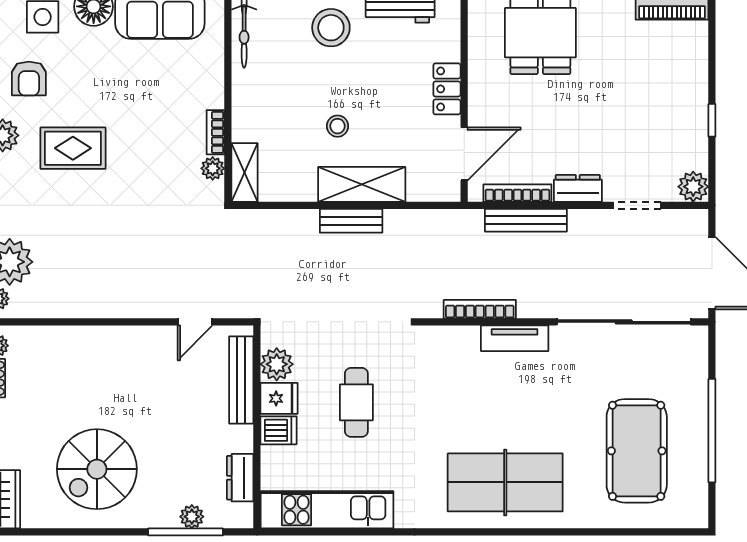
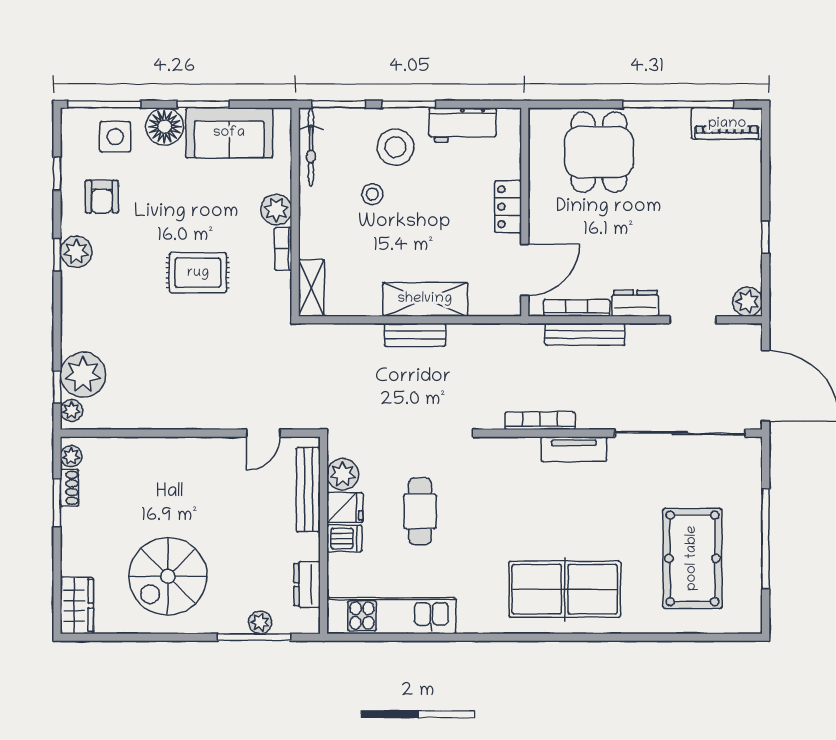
stool: (338, 126) -> (372, 194), moved
rug: (73, 148) -> (198, 273), moved
plant: (213, 168) -> (276, 210), moved, width x1.38, depth x1.38

